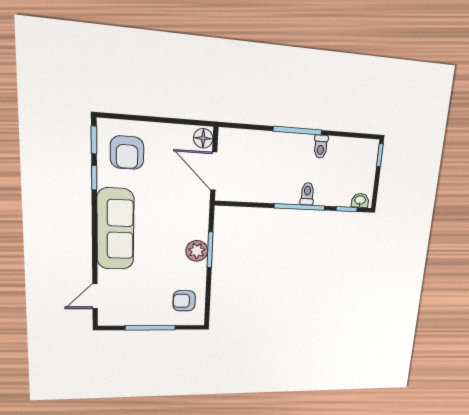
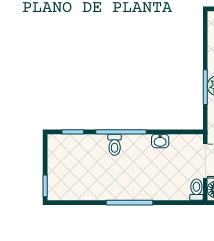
toilet: (321, 147) -> (196, 190), moved
washbasin: (360, 200) -> (160, 141), moved

